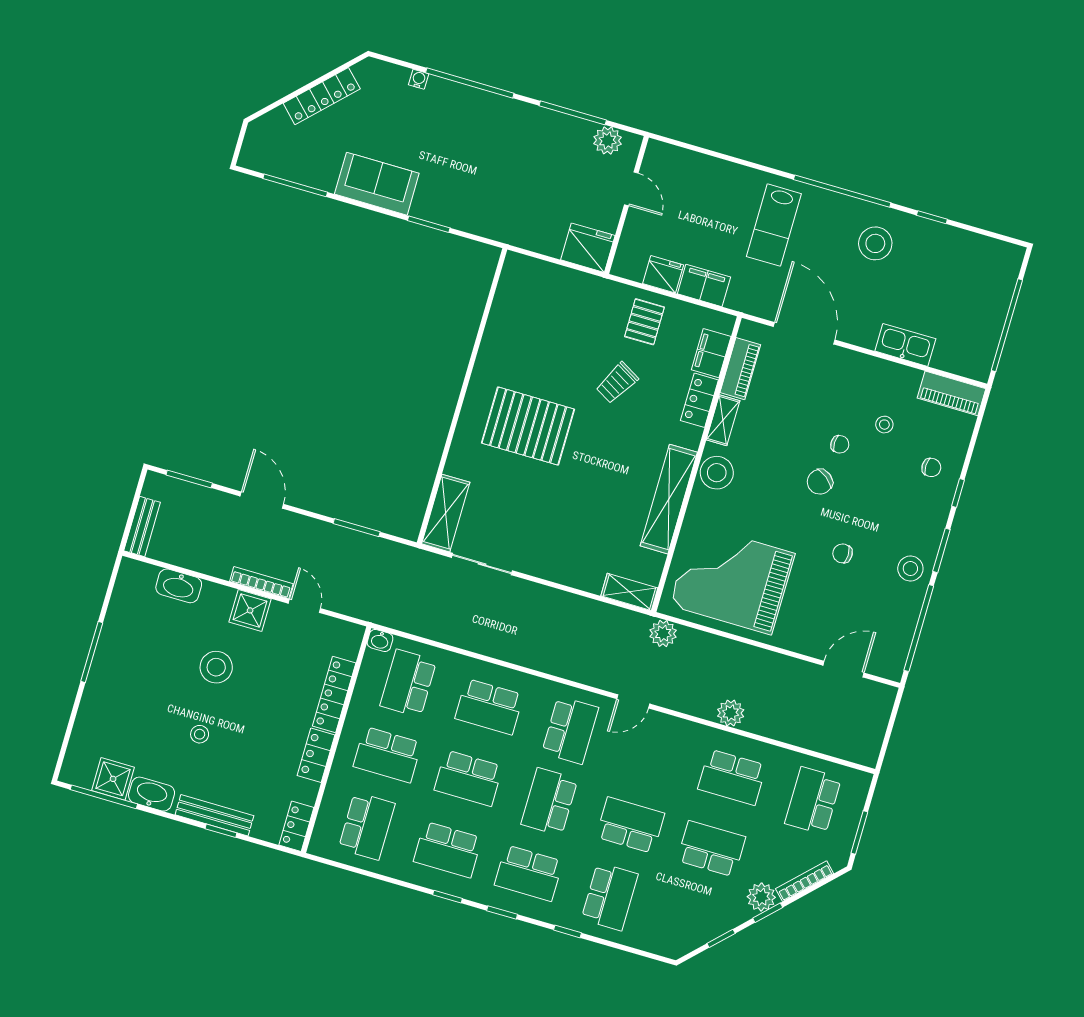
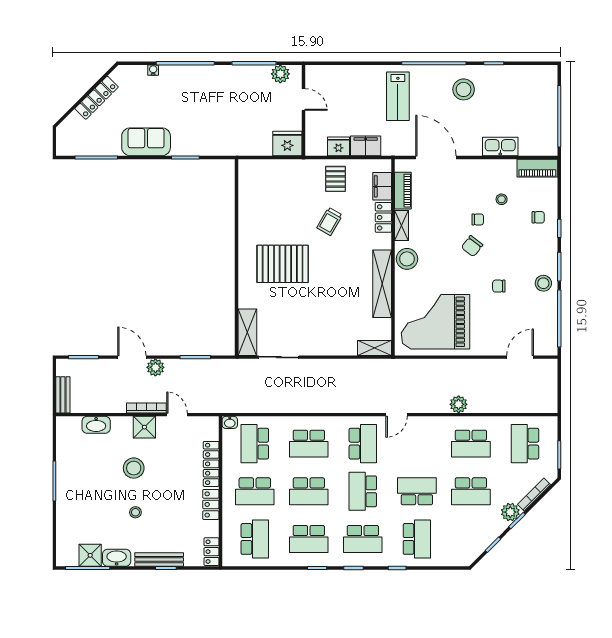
plant: (663, 633) -> (155, 367), moved
school desk: (711, 849) -> (471, 491), turned 180

